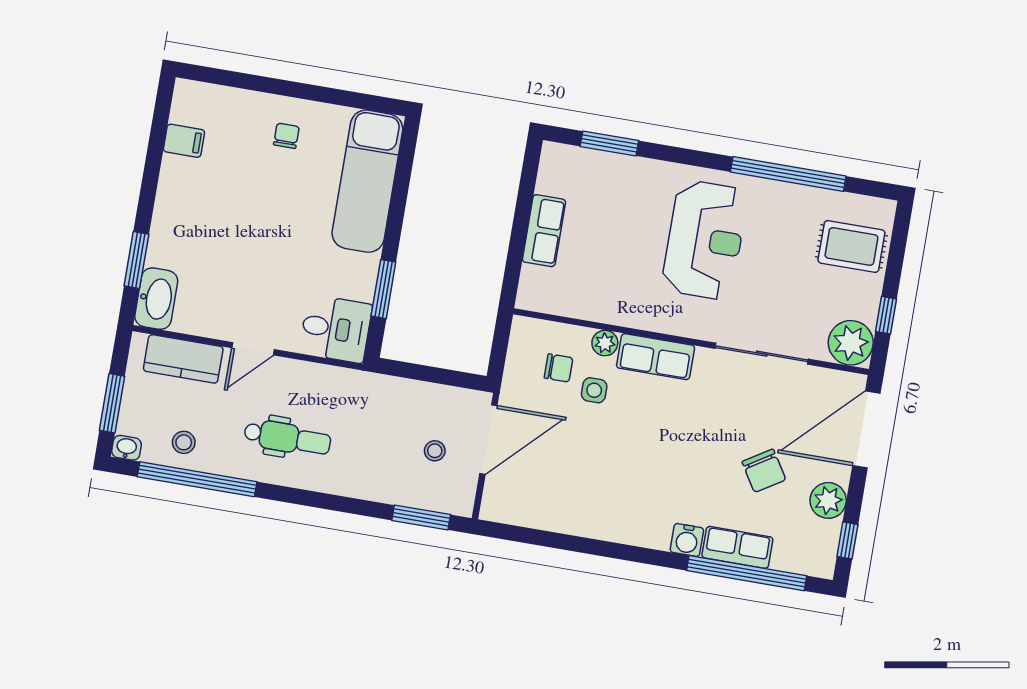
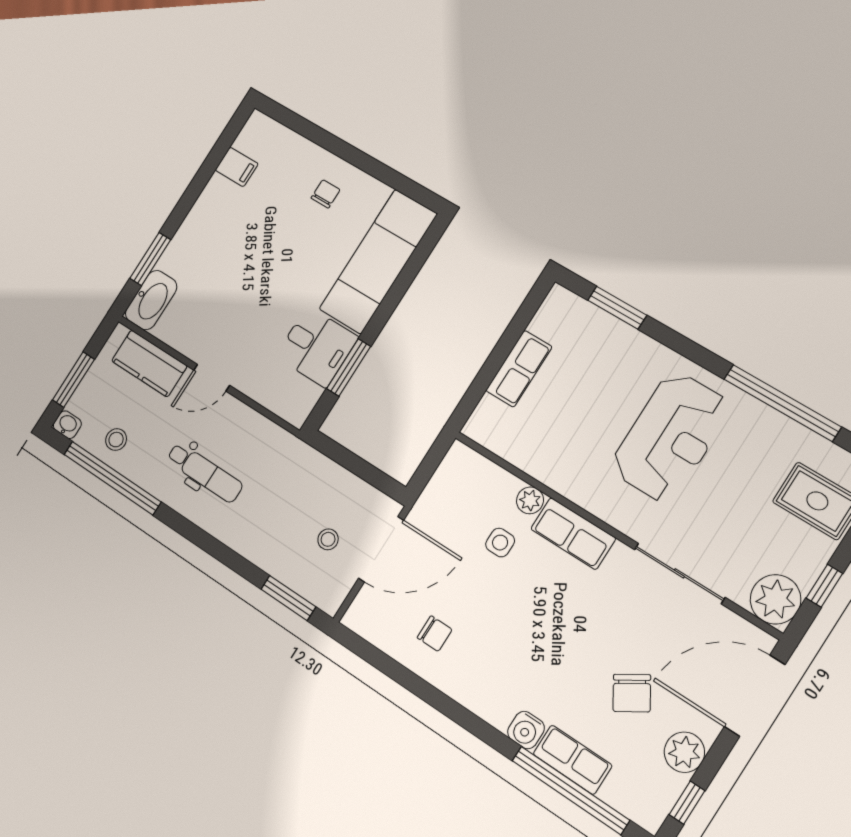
desk: (336, 329) -> (317, 347), moved
chair: (559, 368) -> (435, 634), moved

